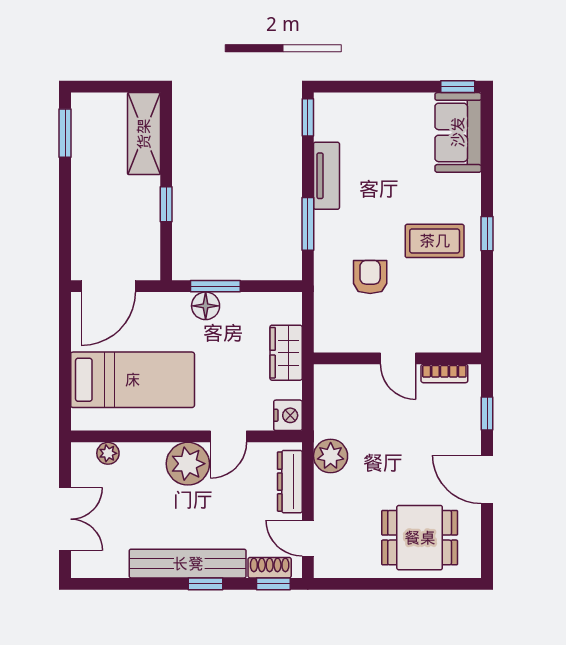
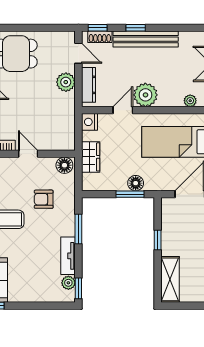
plant: (326, 127) -> (68, 283), added
armchair: (370, 277) -> (44, 199), turned 90
floor lamp: (333, 338) -> (64, 165), added
plant: (331, 456) -> (66, 82), moved

